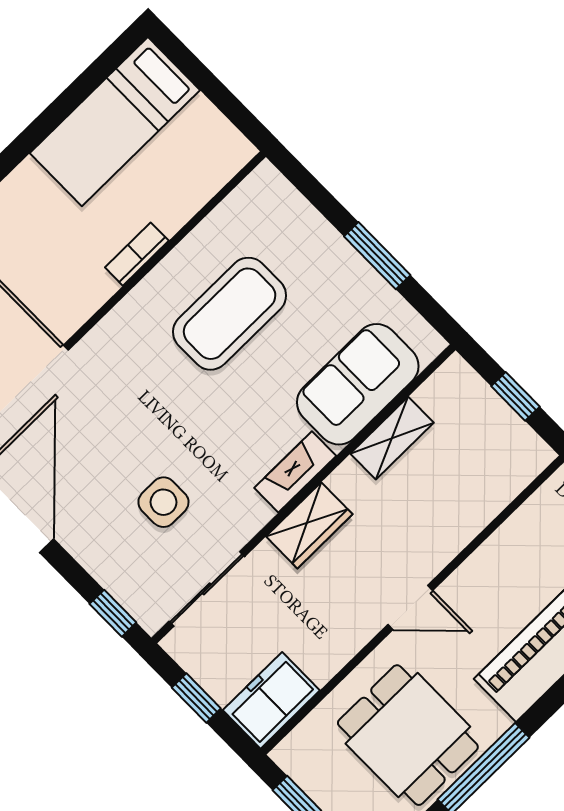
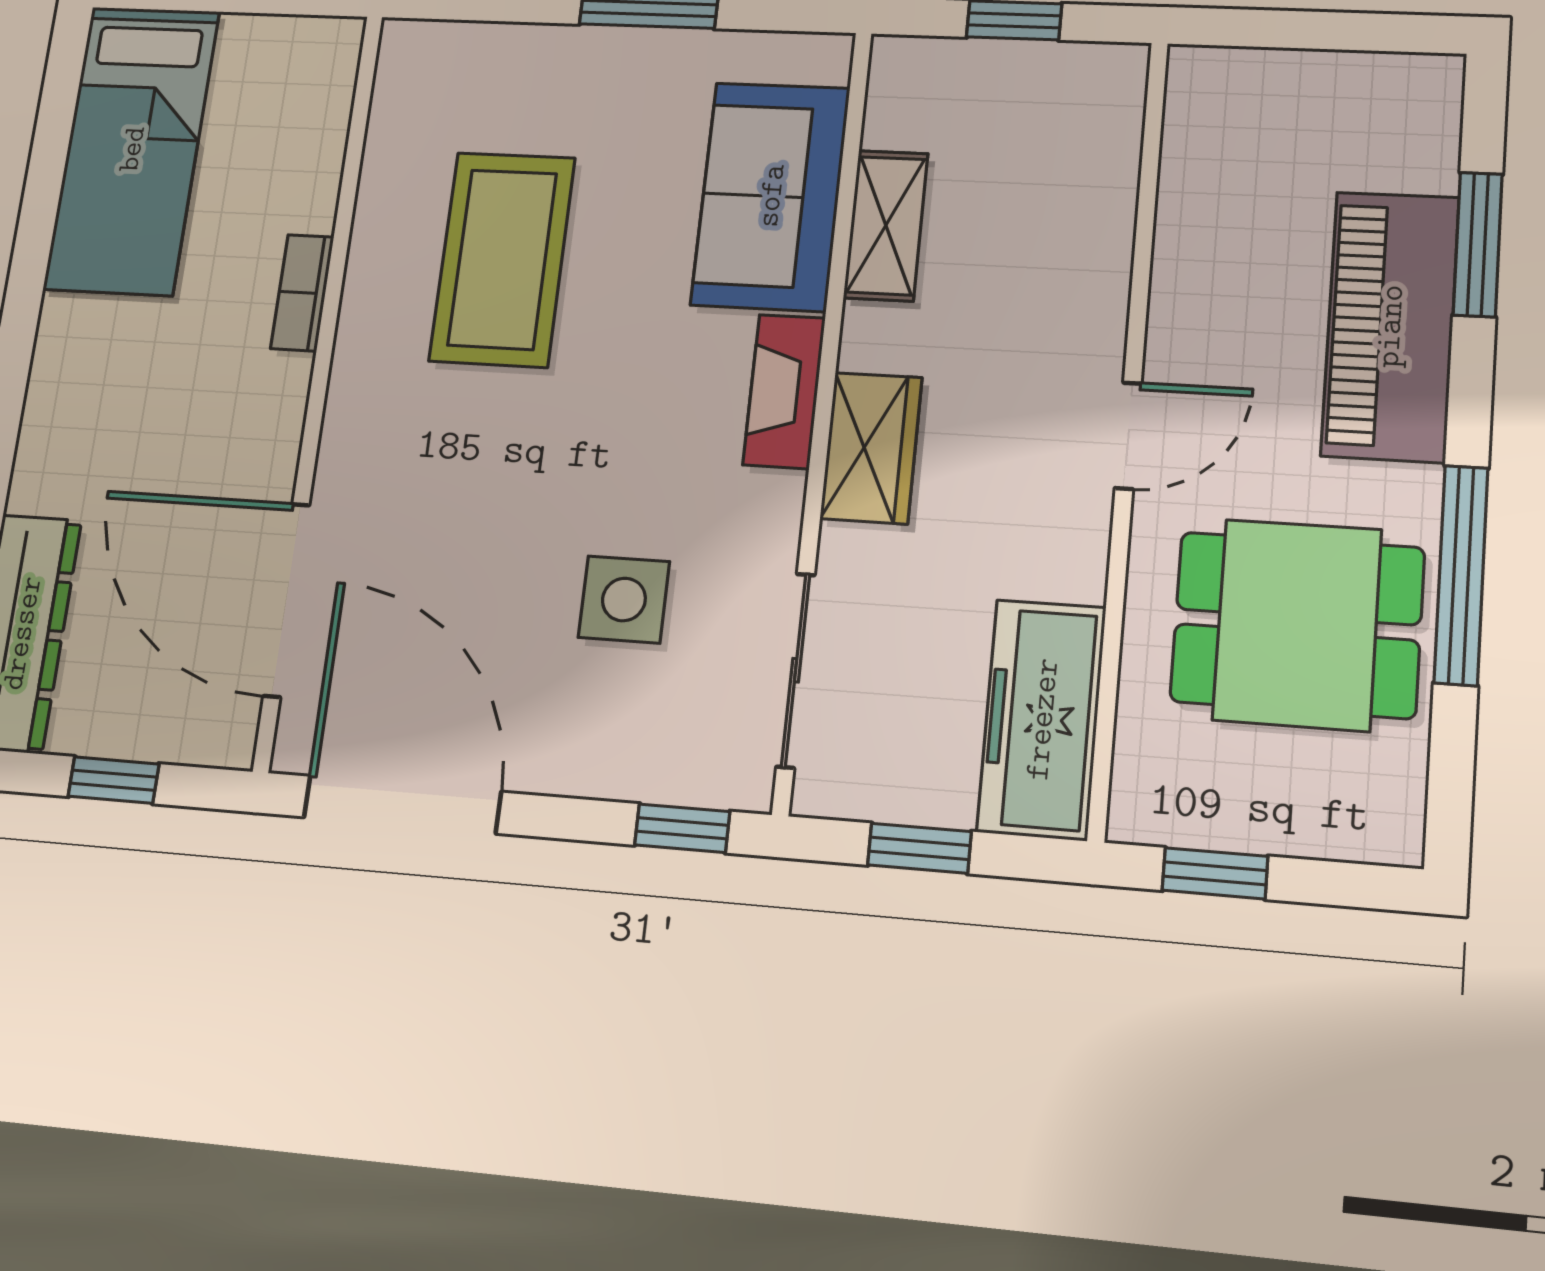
freezer: (271, 700) -> (1042, 719), width x1.40

